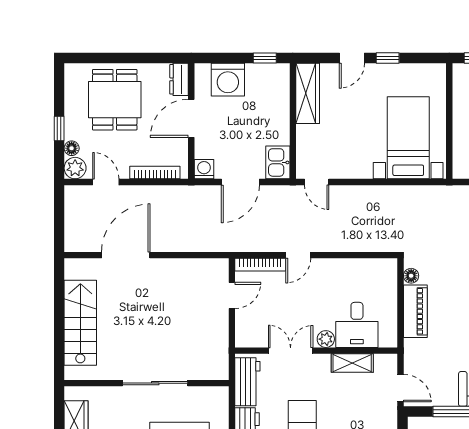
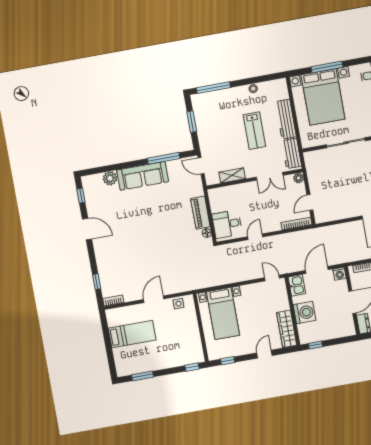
window: (388, 58) -> (228, 361), moved
washing machine: (228, 80) -> (304, 313), moved, turned 90
door: (298, 255) -> (255, 237), moved
desk: (357, 325) -> (227, 224), moved, turned -90
plant: (326, 339) -> (299, 178), moved

